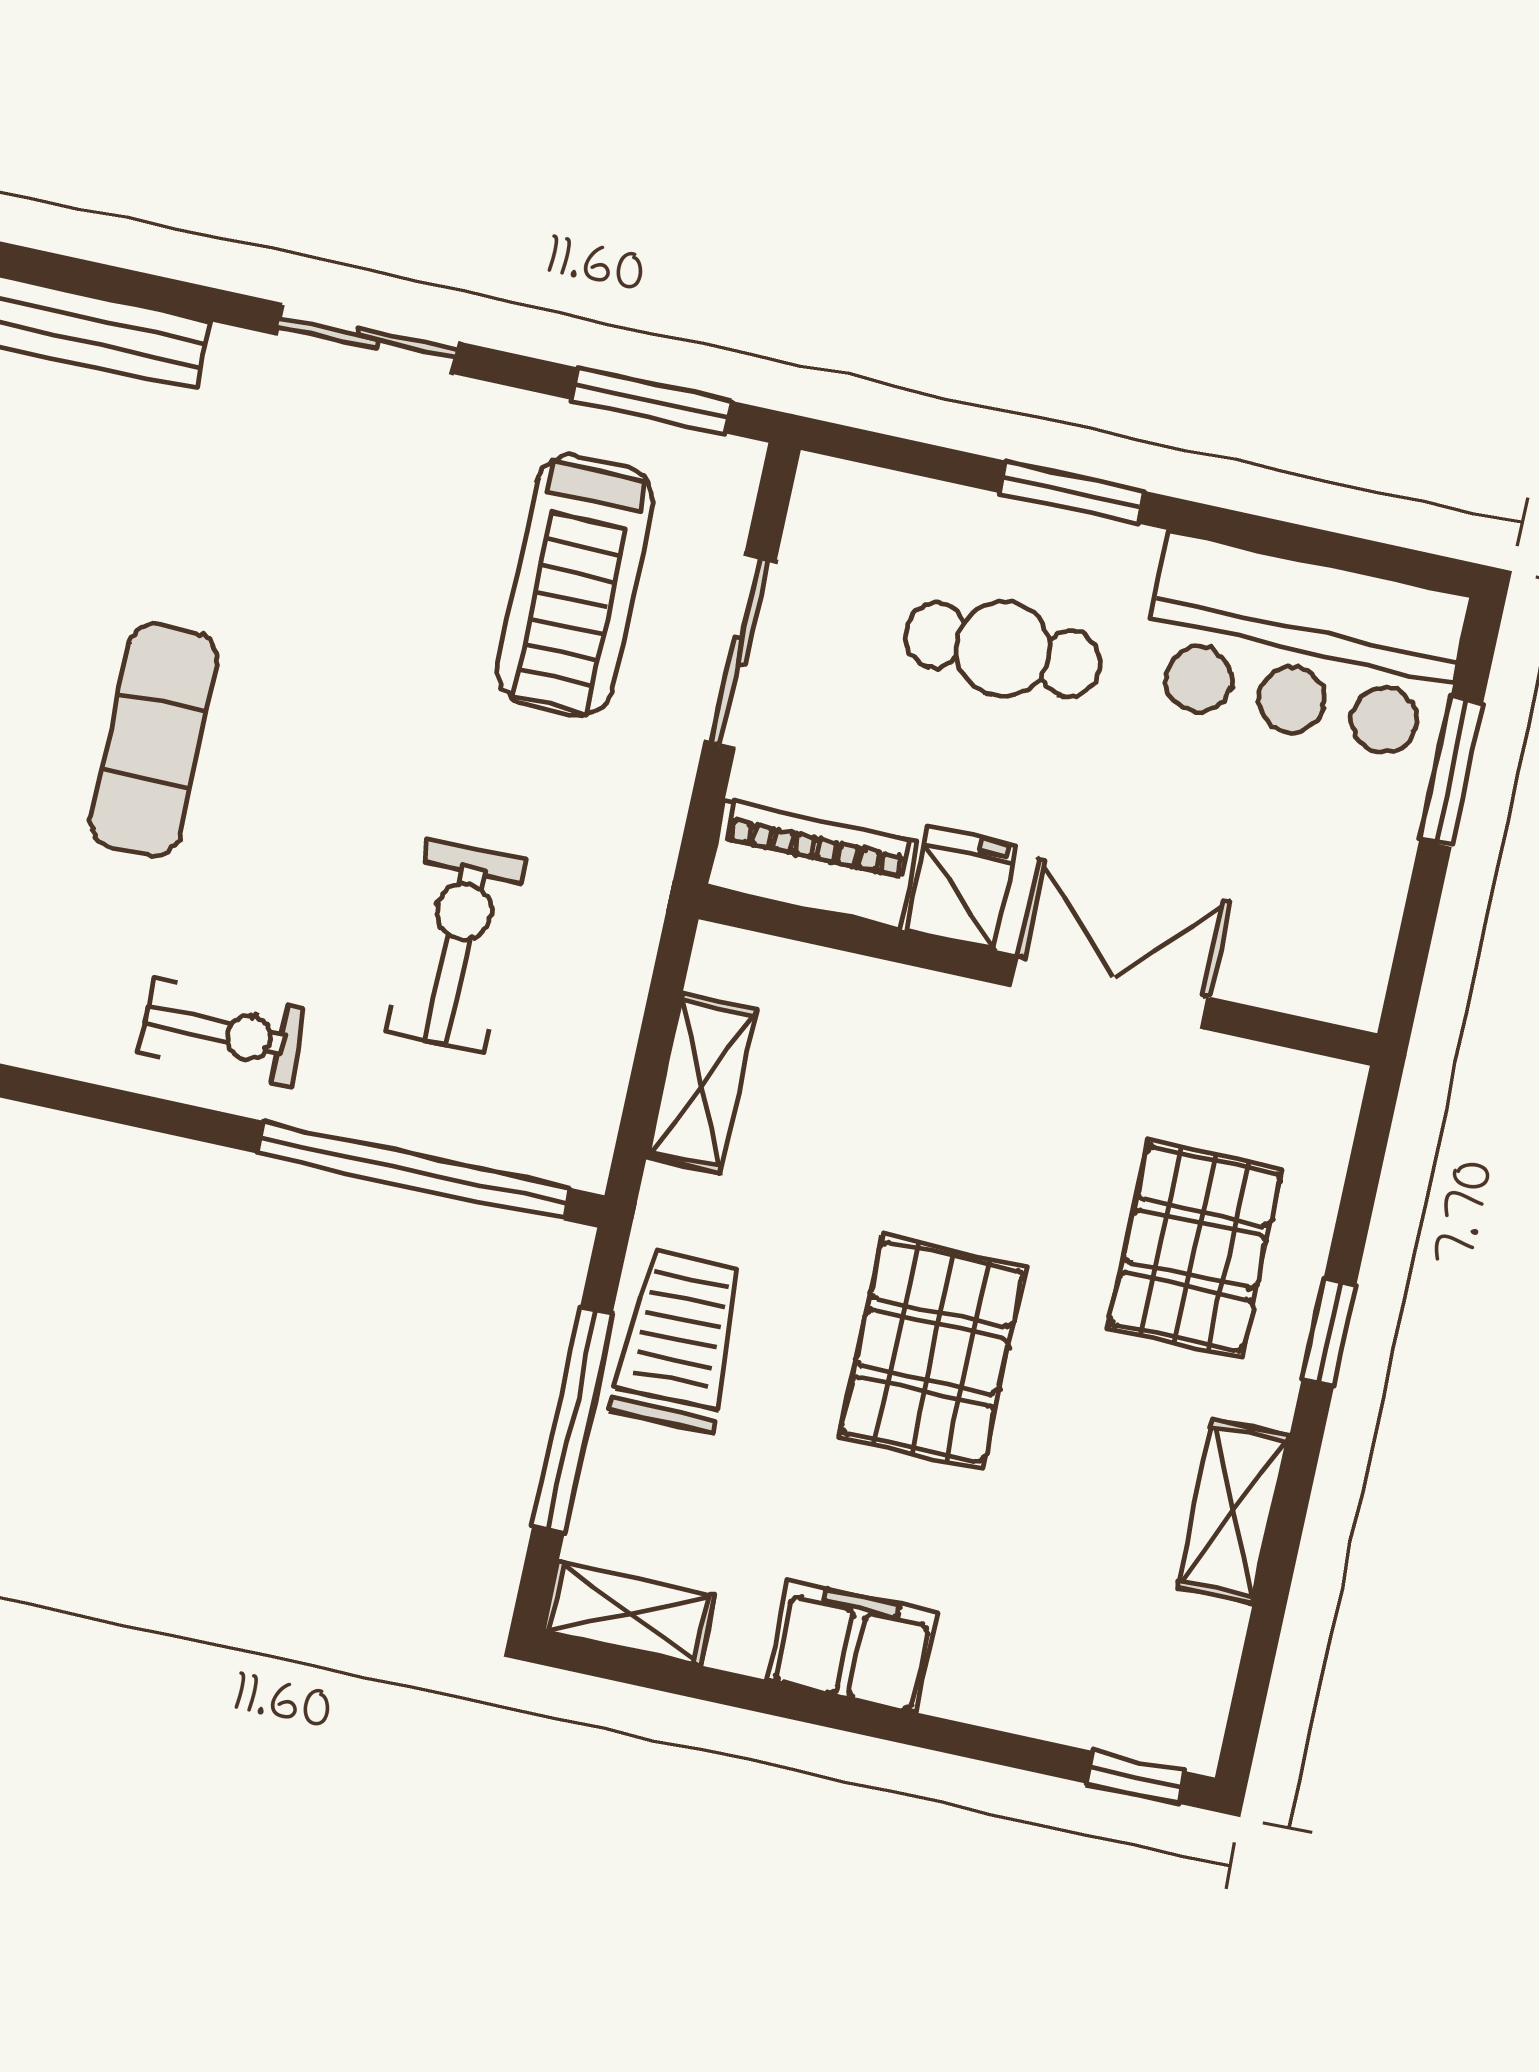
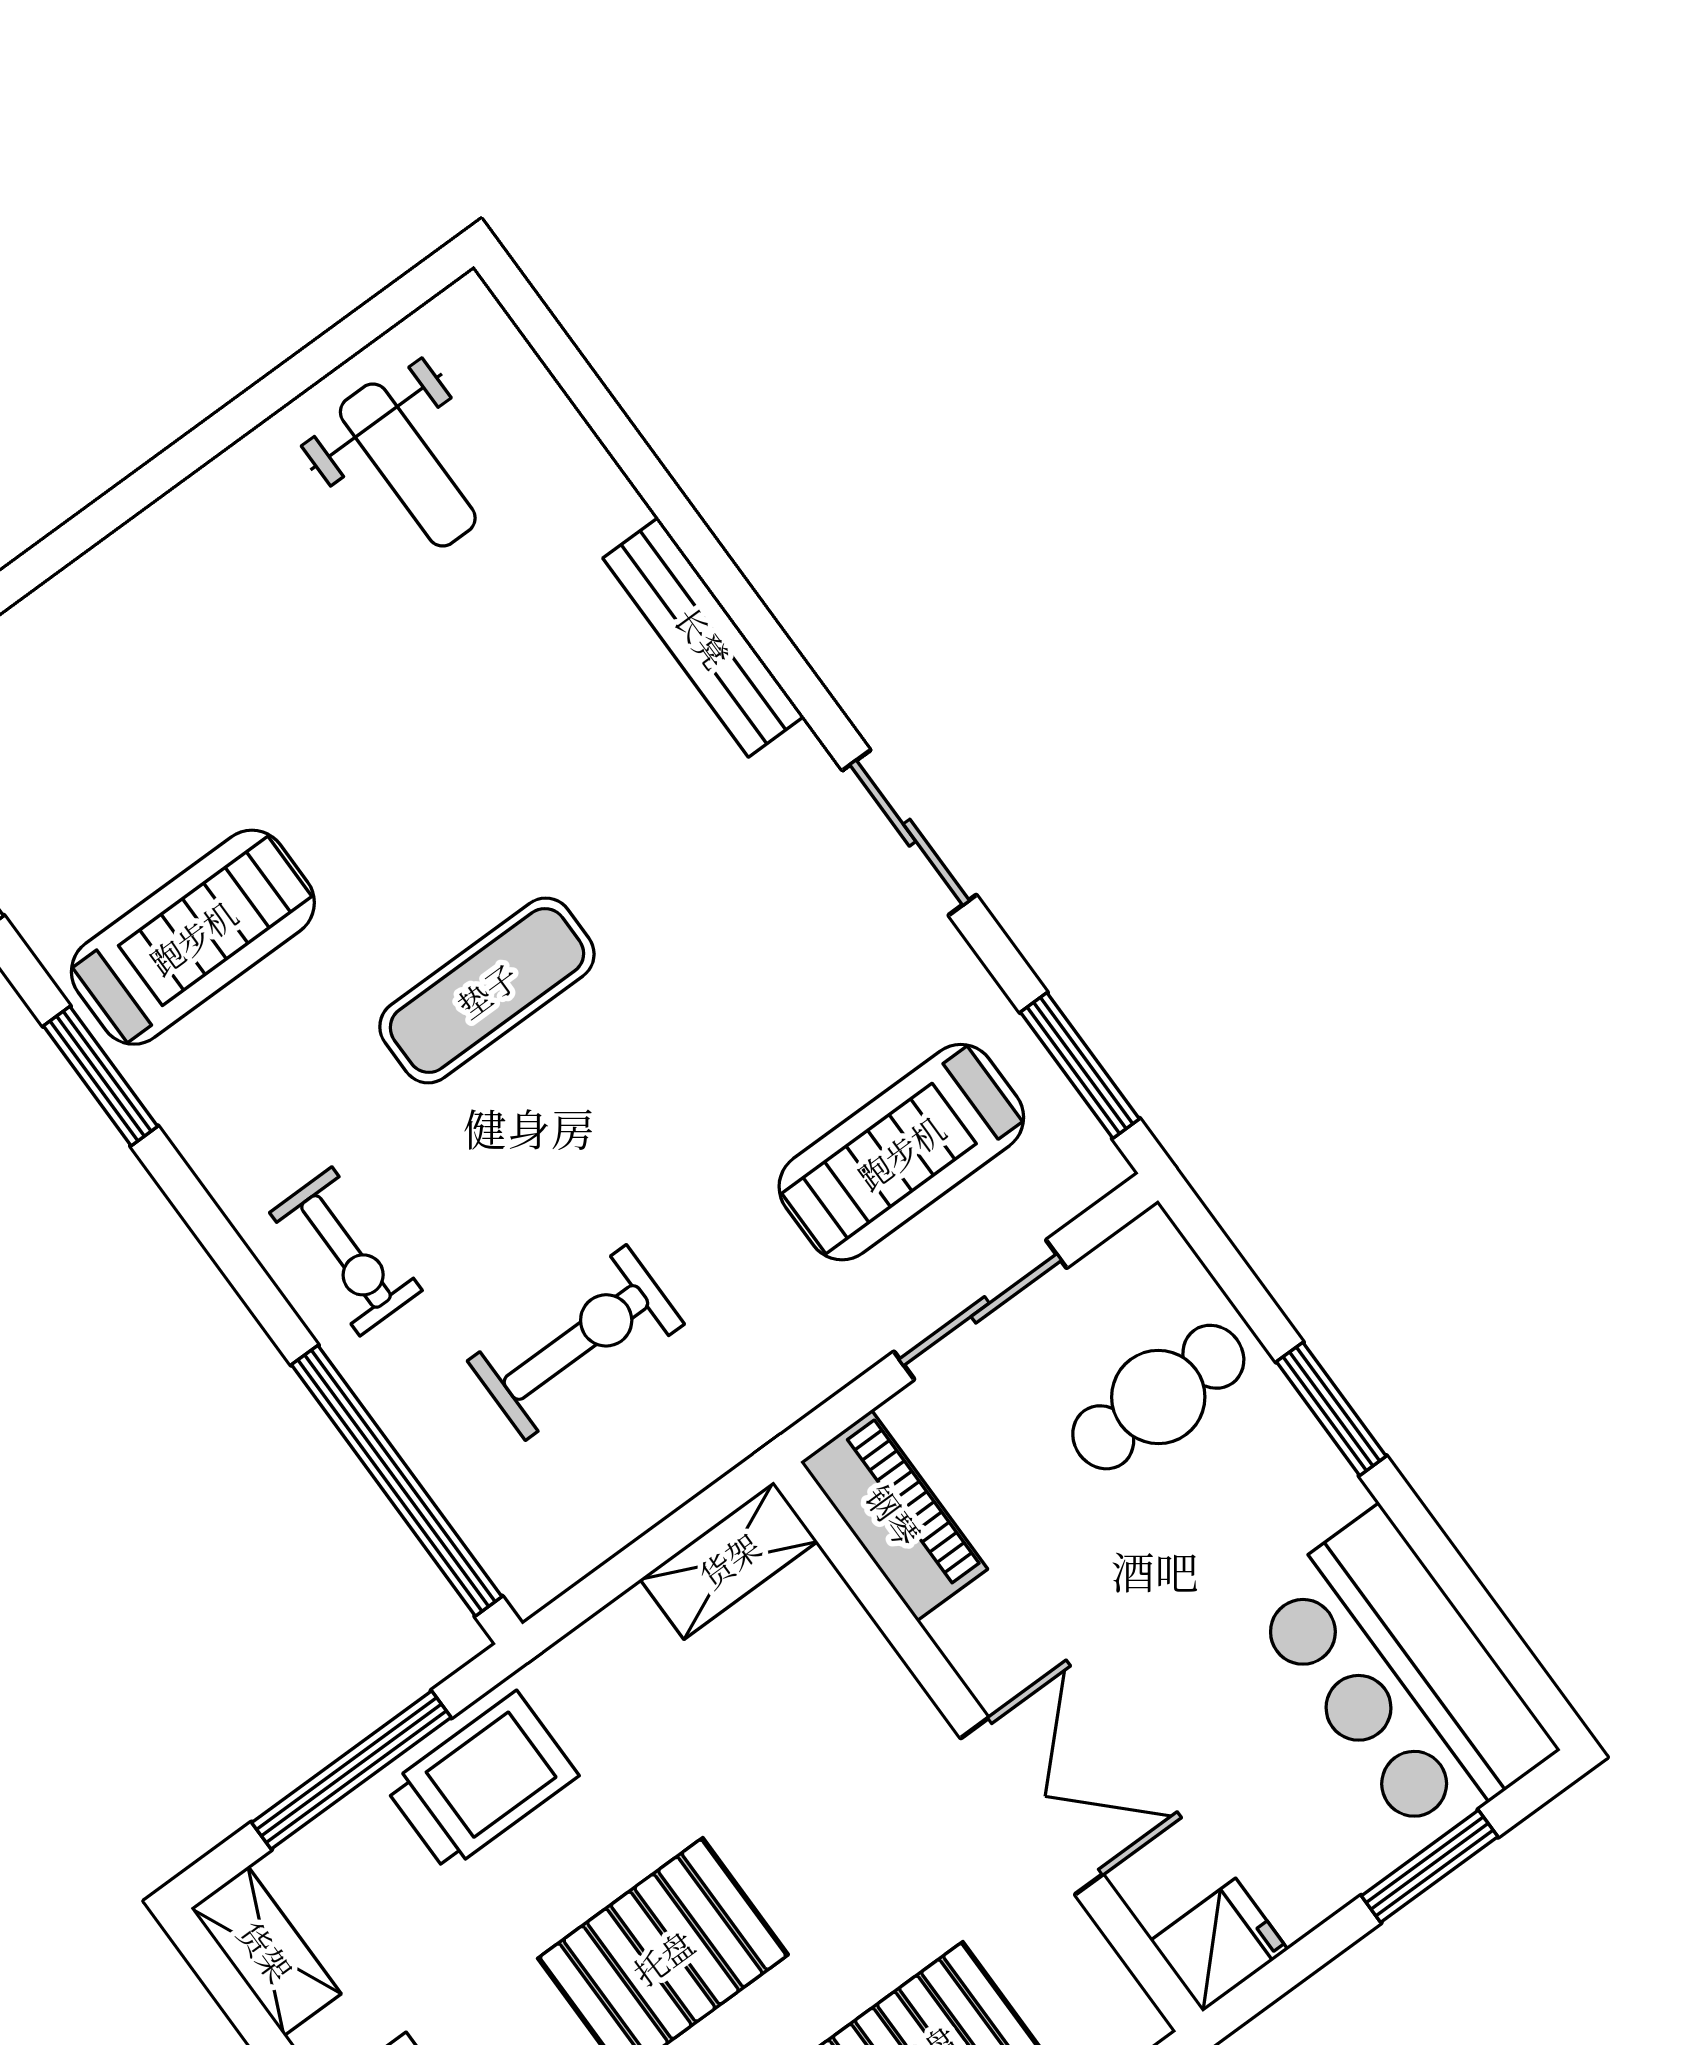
cafe table: (1003, 649) -> (1158, 1397), moved, turned 90
fridge: (961, 888) -> (1219, 1945), moved
shelving: (701, 1084) -> (729, 1560), moved

